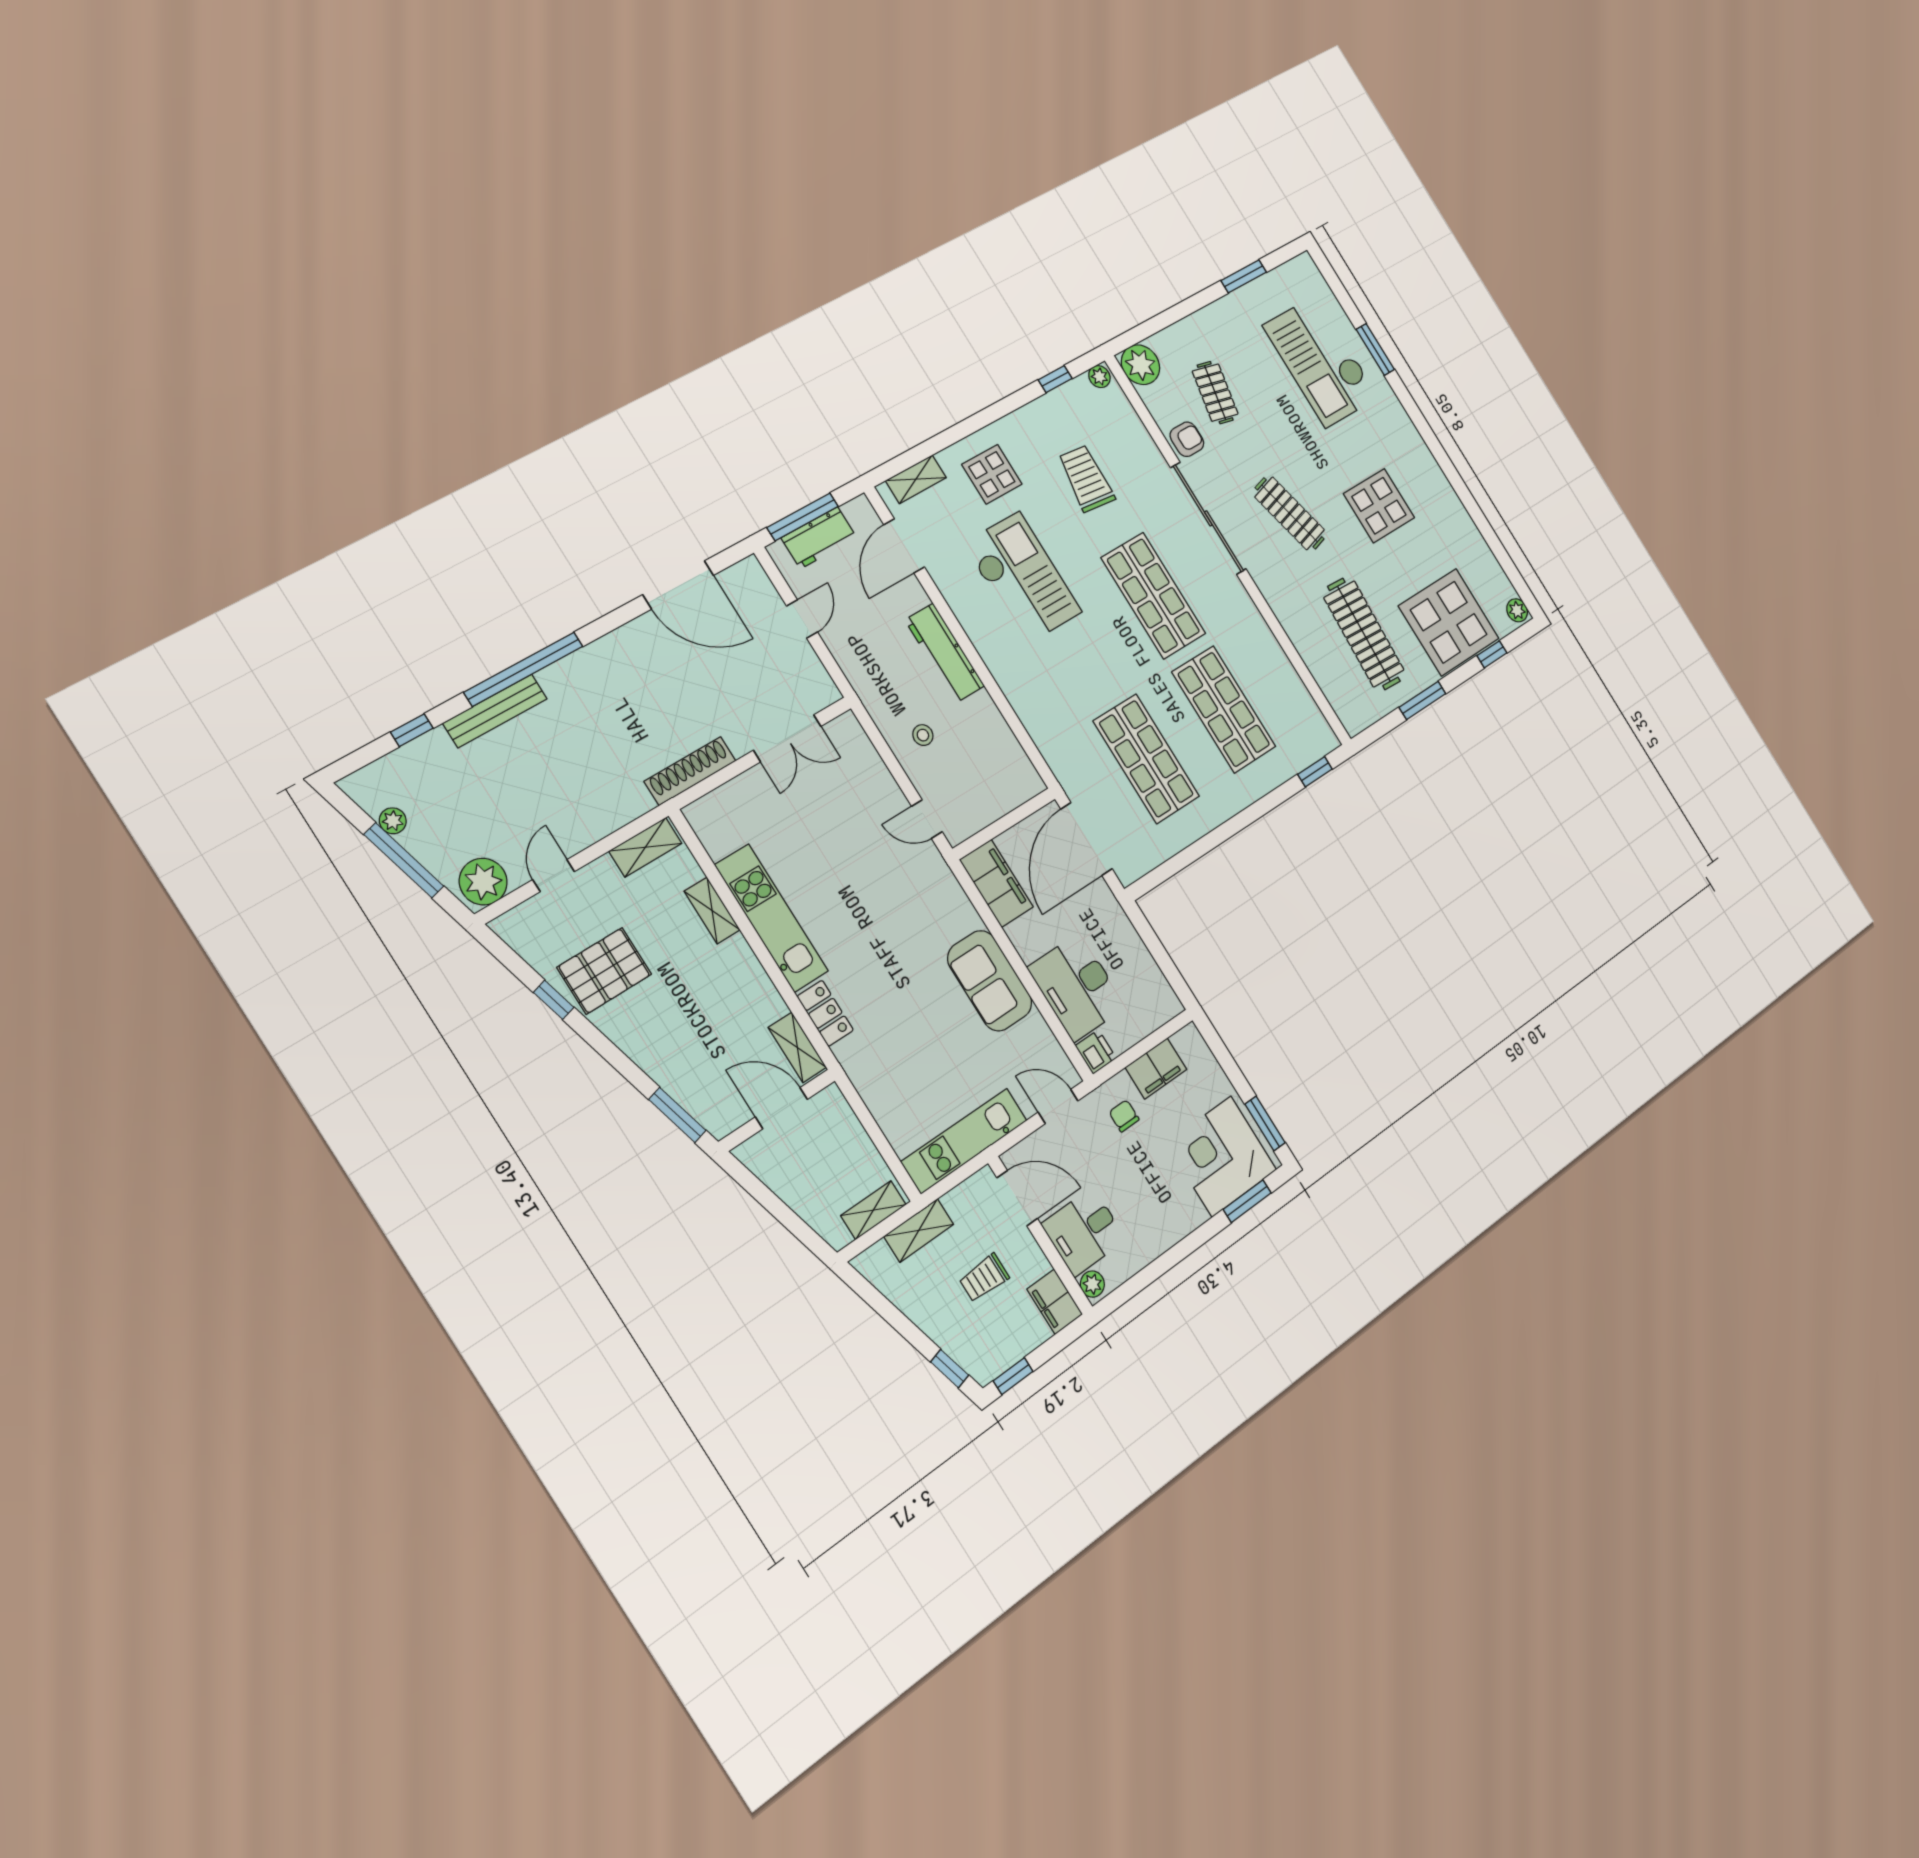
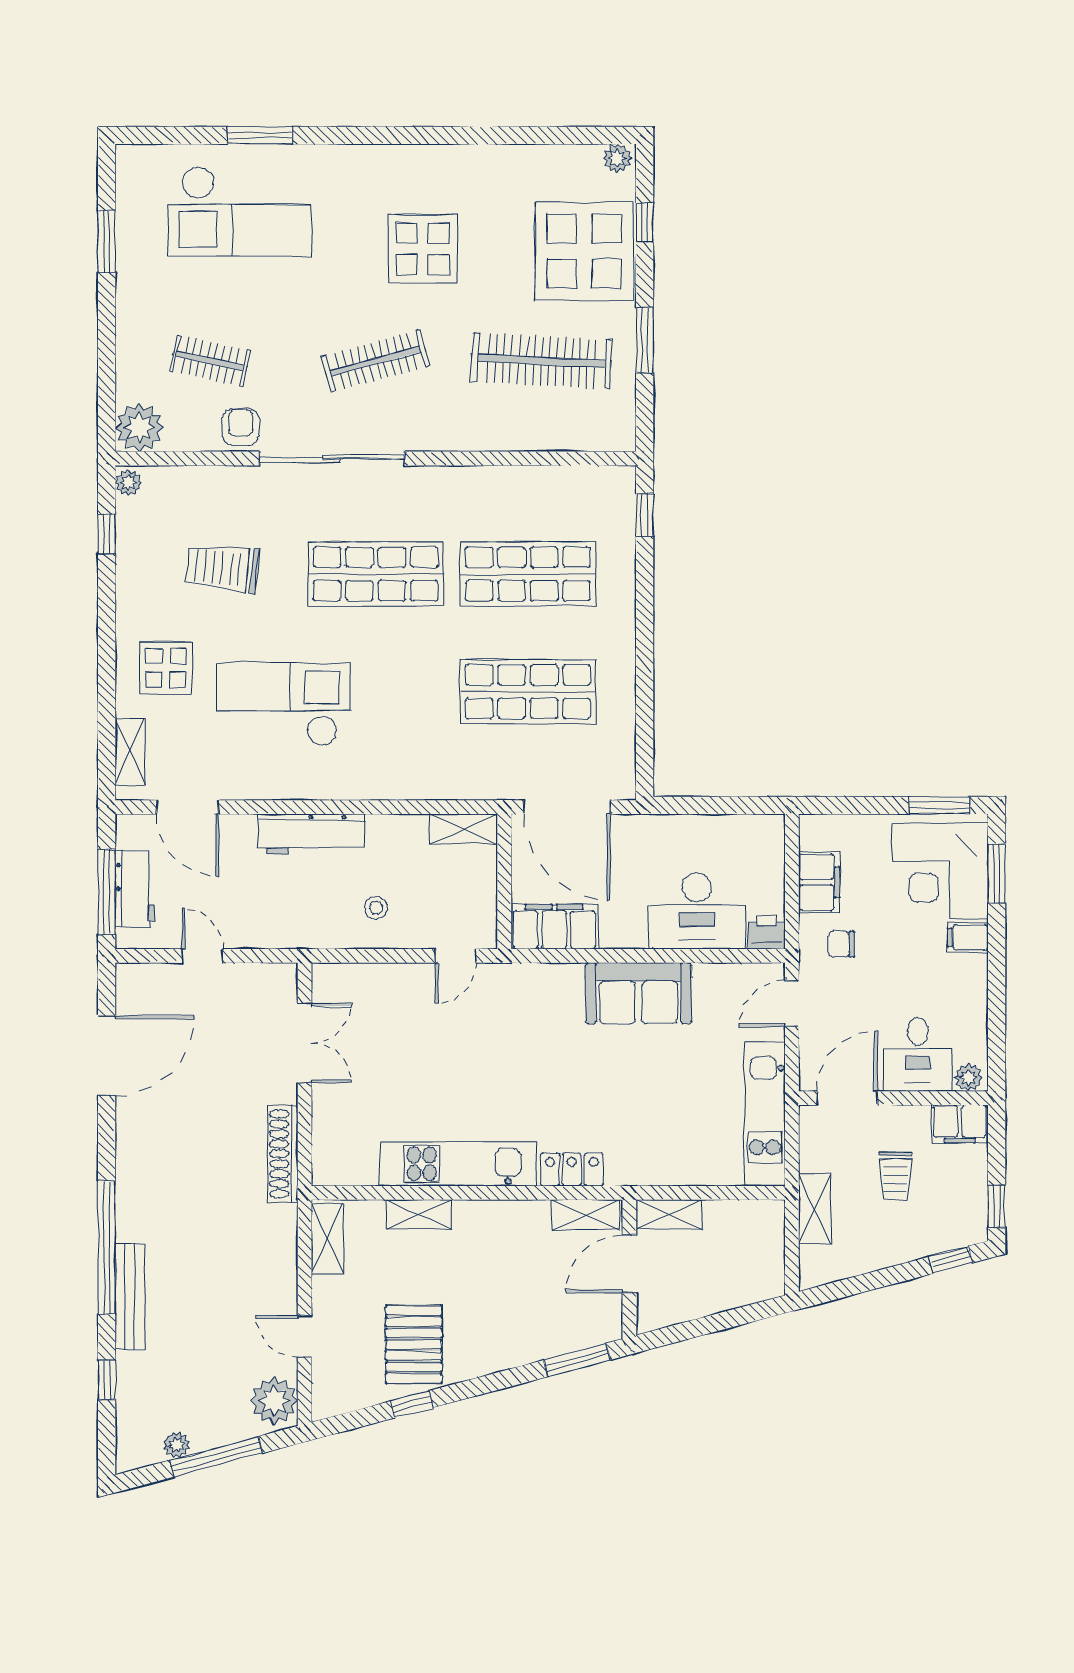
shelving: (1021, 769) -> (464, 829), added
shelving: (873, 1210) -> (669, 1214), moved, turned 90
filing cabinet: (1190, 1211) -> (968, 937), added

